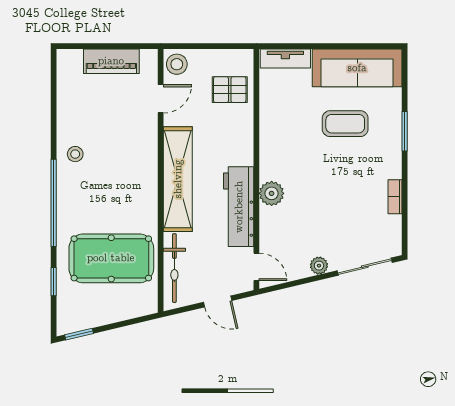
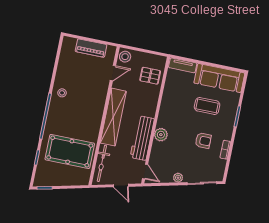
armchair: (351, 188) -> (203, 141), added

